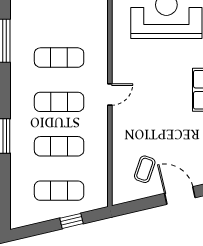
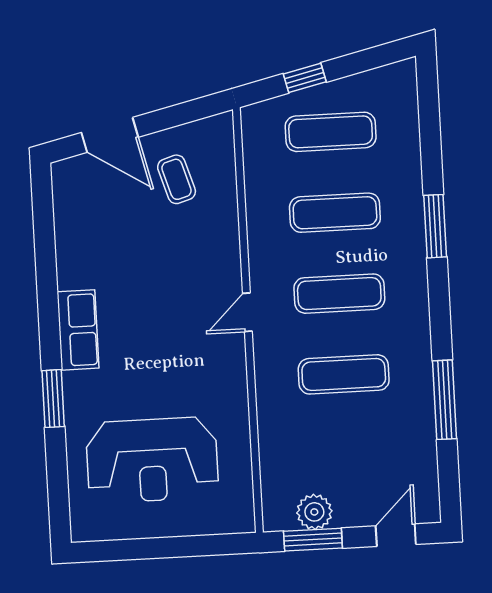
coffee table: (145, 169) -> (177, 179), turned -36

